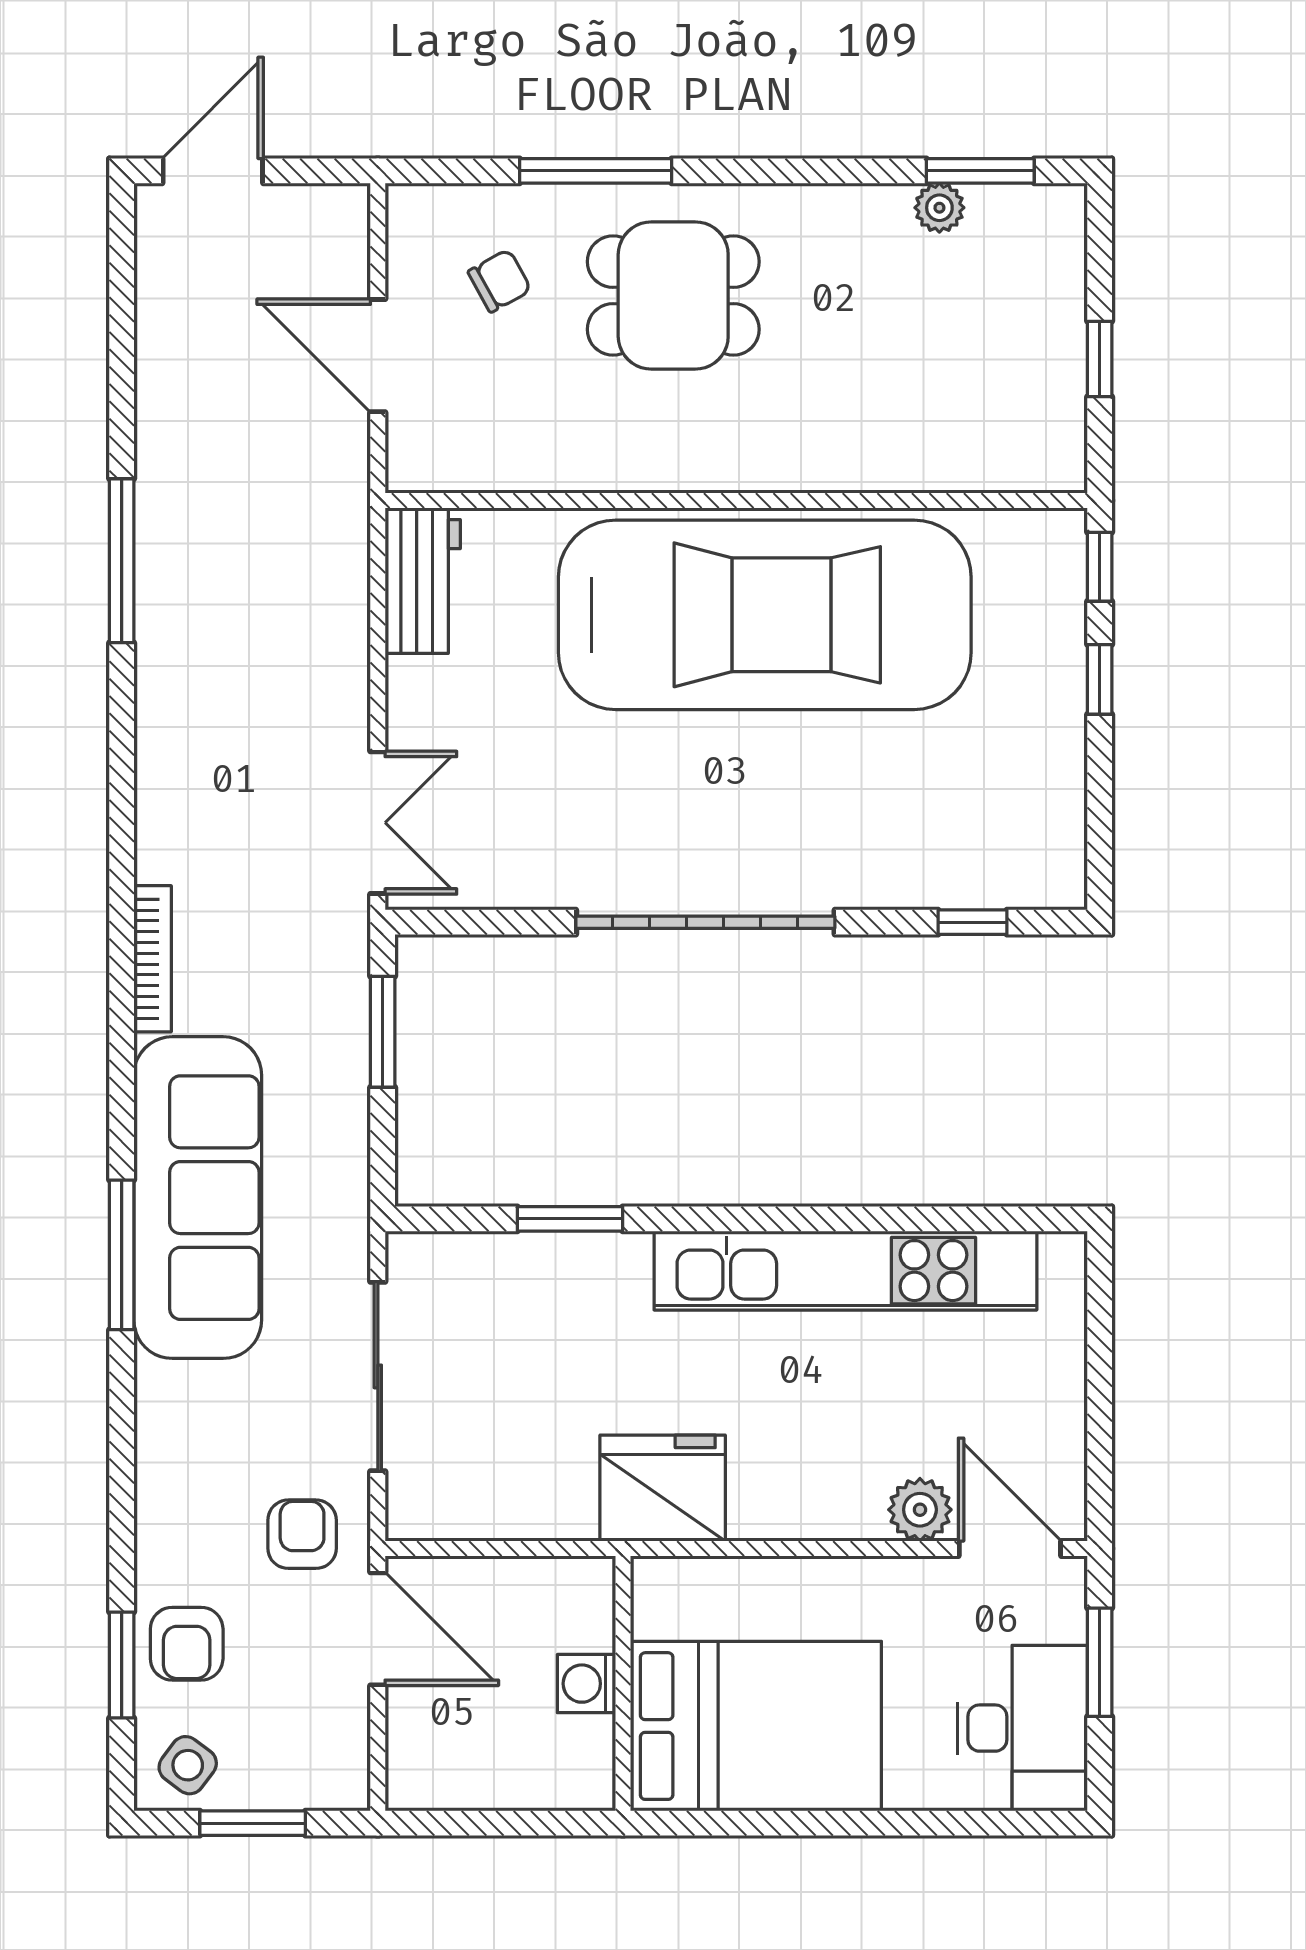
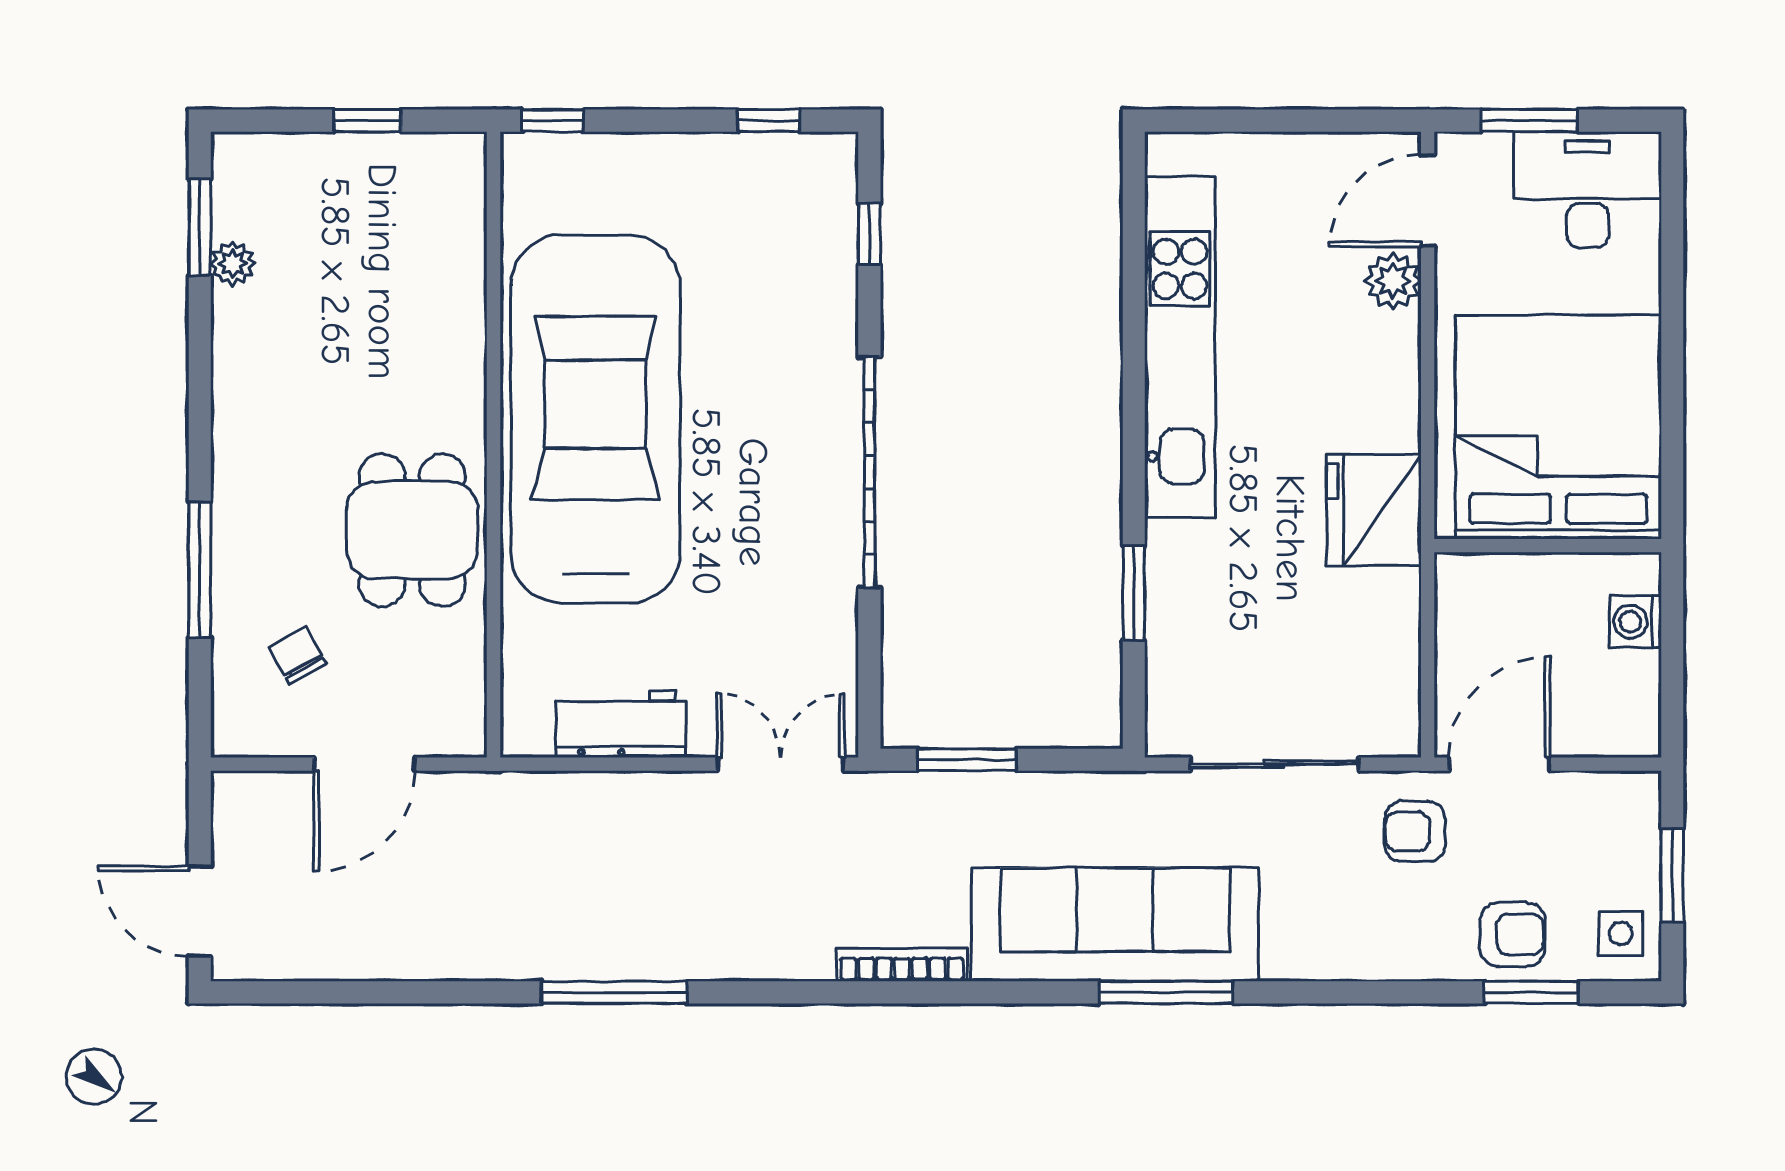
dining table: (673, 296) -> (412, 530), moved
window: (122, 561) -> (614, 992), moved
workbench: (423, 581) -> (621, 724), moved
window: (1100, 679) -> (769, 121), moved
washing machine: (586, 1684) -> (1635, 622), moved, turned 90
bed: (756, 1726) -> (1558, 427), width x1.36
side table: (188, 1765) -> (1621, 933), turned -37

